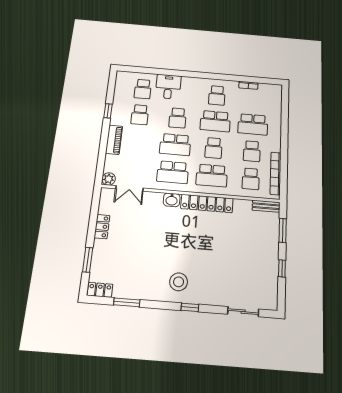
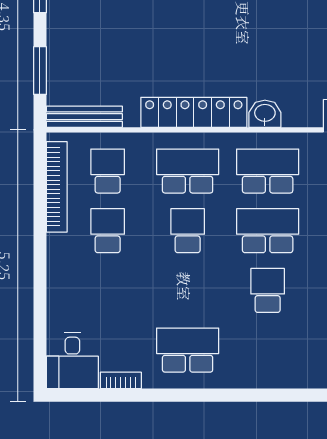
desk: (168, 87) -> (72, 361), moved
school desk: (217, 95) -> (188, 350), width x1.85
school desk: (215, 121) -> (188, 290), removed
school desk: (253, 124) -> (108, 290), removed
bench: (266, 206) -> (84, 117), width x1.36

